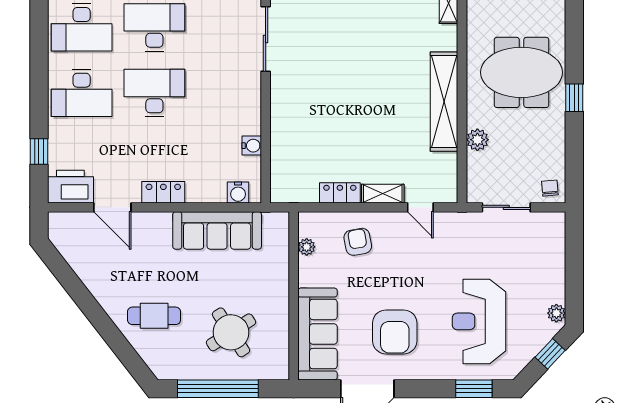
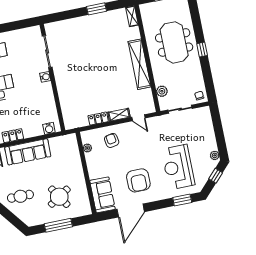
meeting table: (522, 72) -> (174, 42), turned 90
plant: (477, 140) -> (162, 91), moved
water cooler: (252, 146) -> (45, 77), moved
sofa: (217, 230) -> (28, 152), moved
sofa: (318, 334) -> (102, 195), width x0.73
window: (218, 389) -> (58, 225), width x0.68

